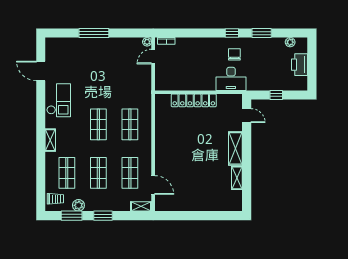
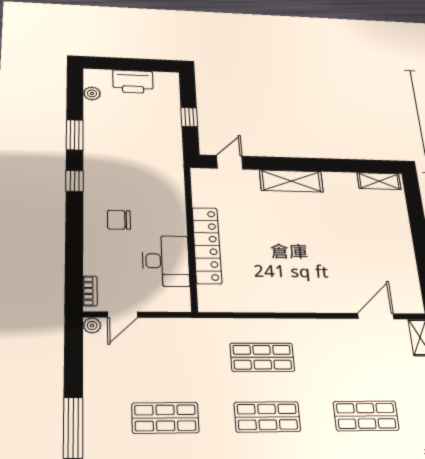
chair: (234, 54) -> (119, 220), moved
door: (153, 57) -> (122, 315), hinge flipped
desk: (231, 79) -> (166, 261), moved
shop shelf: (130, 173) -> (165, 418), moved
shelving: (237, 178) -> (379, 181), moved

